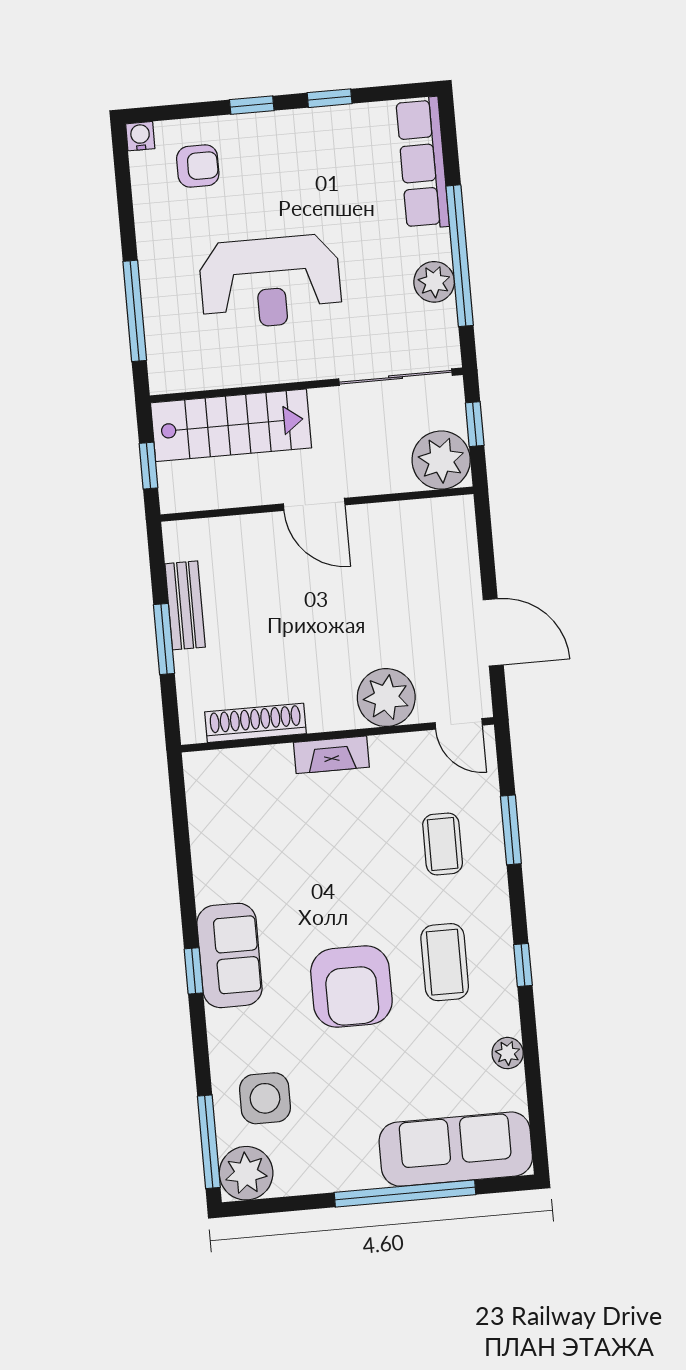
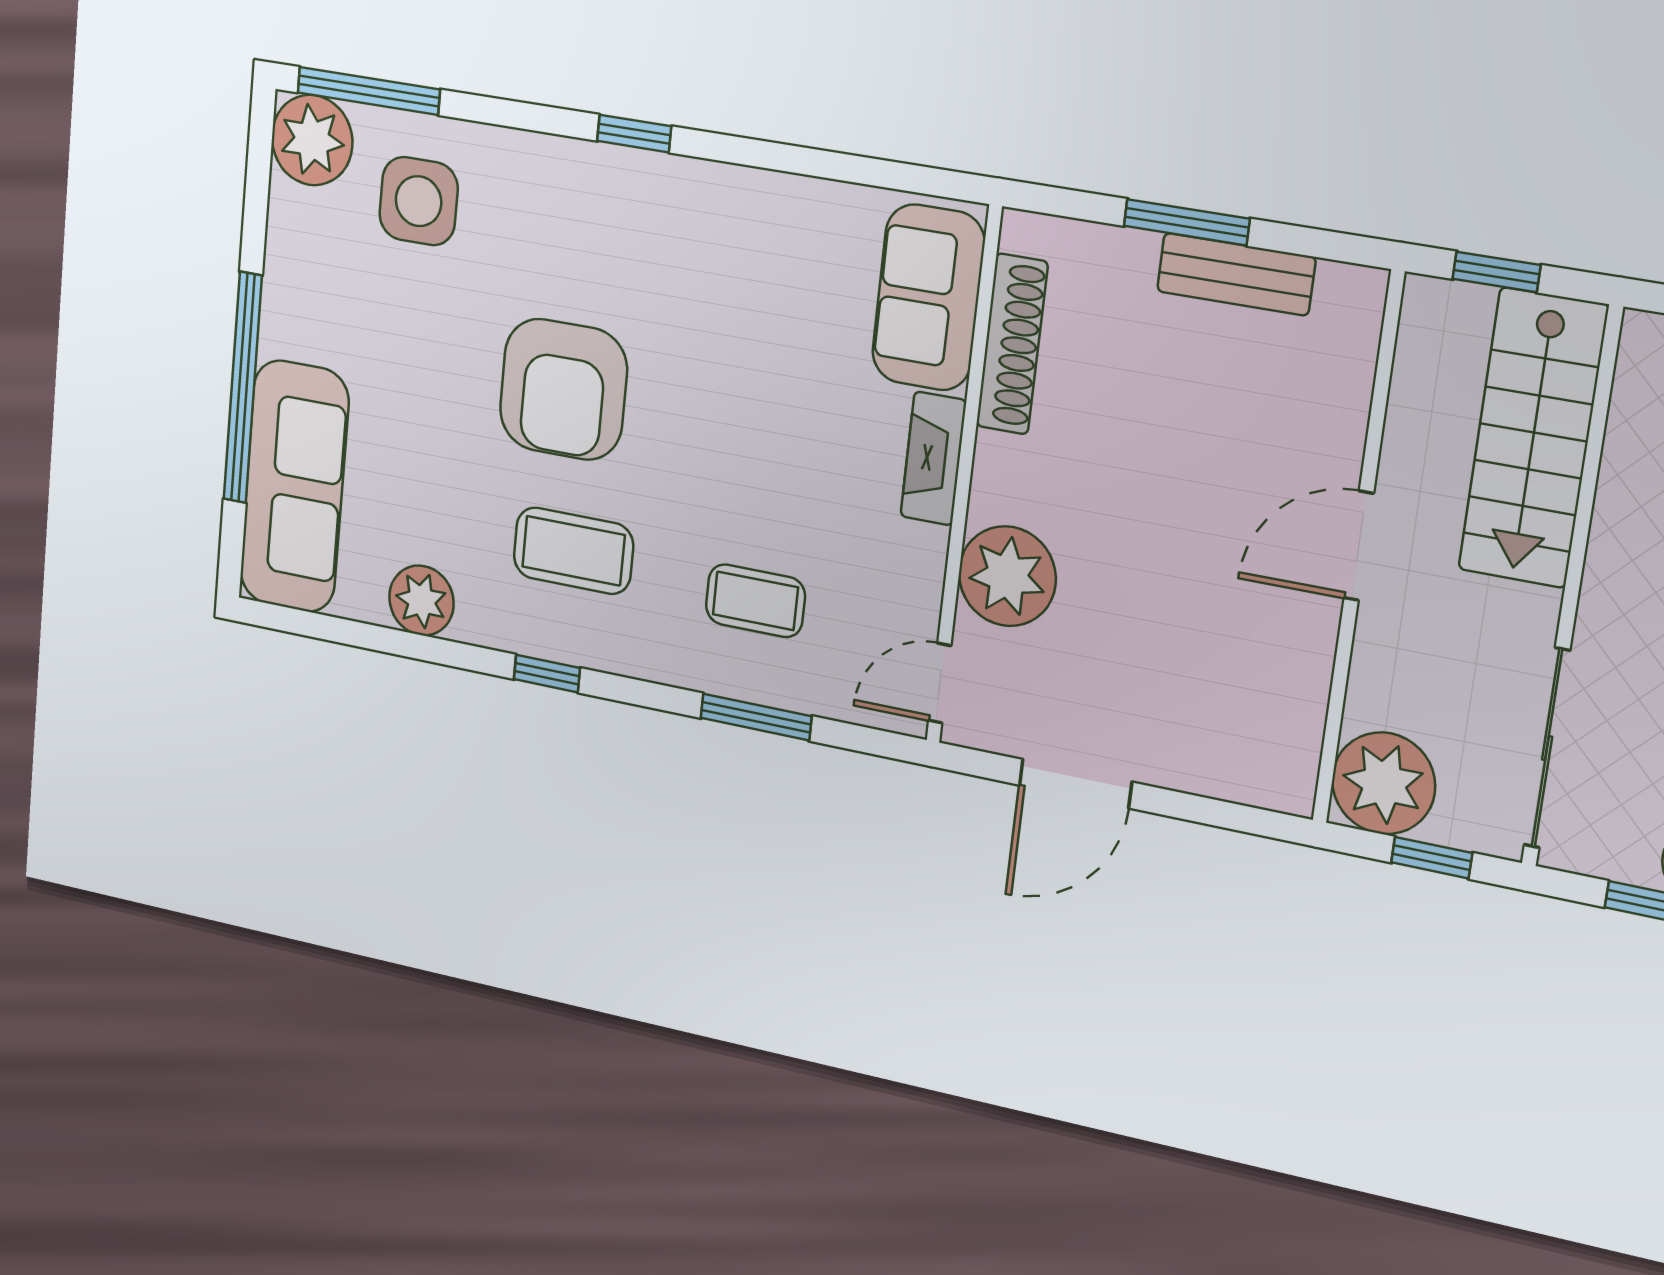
sofa: (229, 955) -> (928, 298), moved, turned 90
armchair: (351, 987) -> (563, 389), turned -90
plant: (508, 1053) -> (421, 600), width x1.38, depth x1.38

